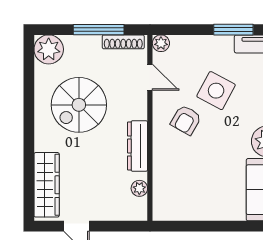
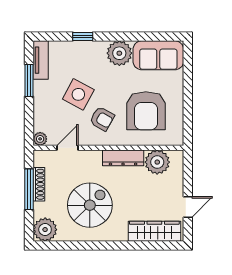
shoe rack: (123, 42) -> (39, 184), moved
spiral stairs: (79, 105) -> (90, 205), turned -90
armchair: (196, 174) -> (146, 111), added
plant: (139, 188) -> (157, 162), width x1.88, depth x1.88

